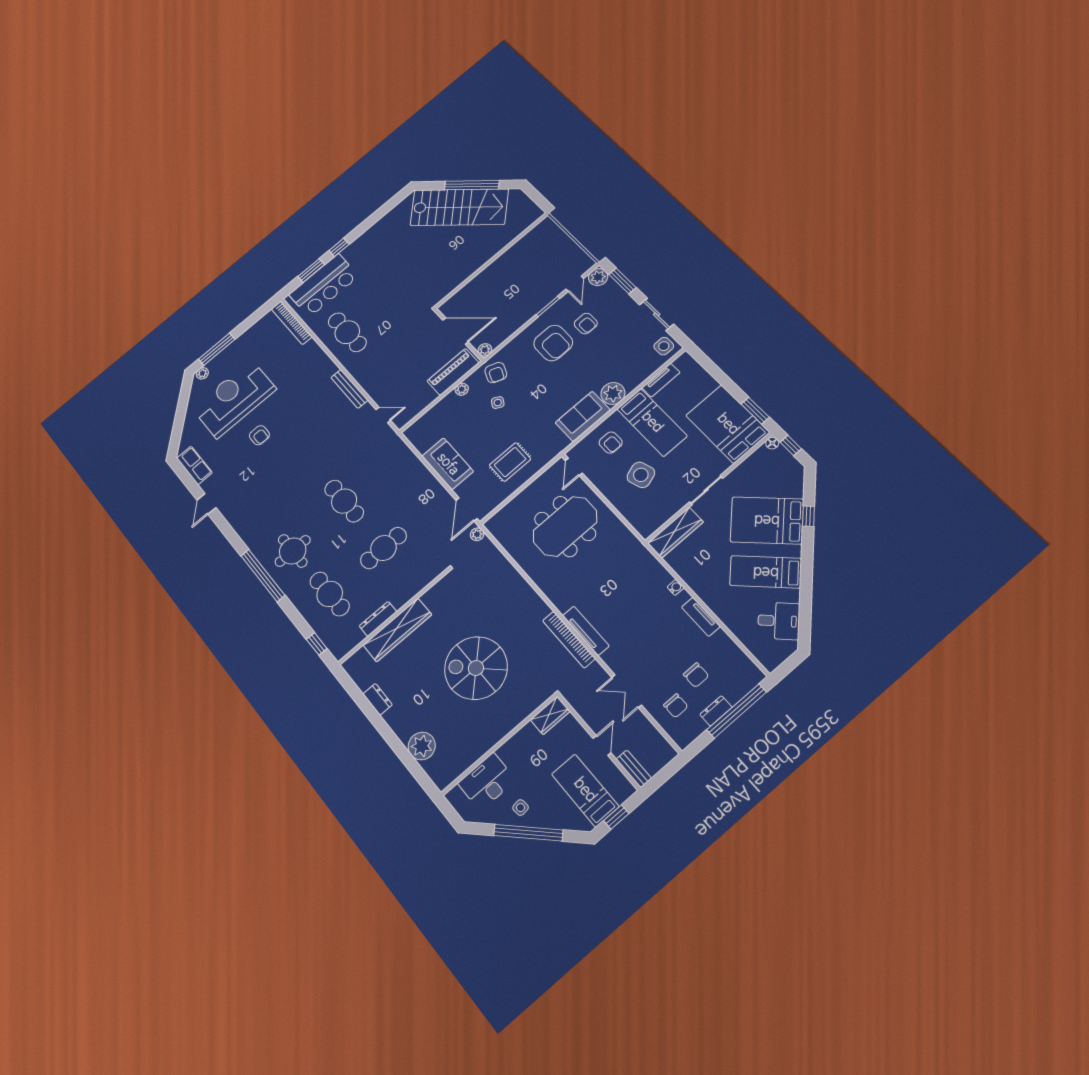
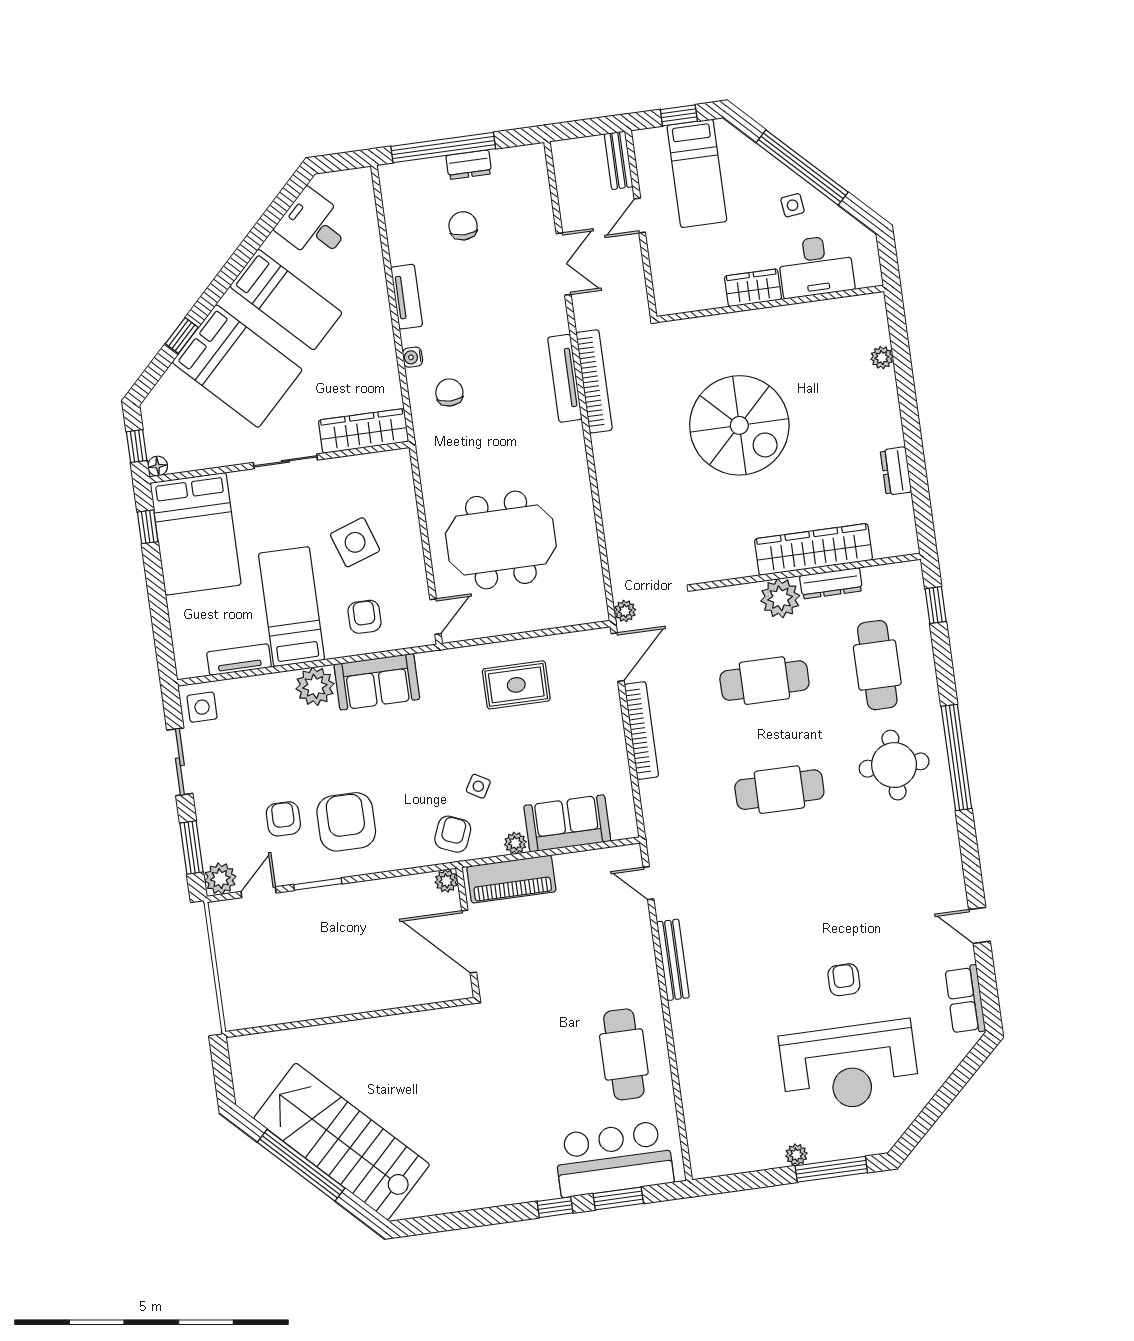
bookcase: (292, 323) -> (641, 731), moved
plant: (202, 373) -> (796, 1155), moved
window: (755, 411) -> (148, 527), width x0.67
sofa: (448, 464) -> (567, 823), moved, turned 90
cafe table: (344, 501) -> (779, 790), turned 90
door: (206, 504) -> (980, 925), swing flipped
plant: (400, 594) -> (780, 598), added
chair: (676, 706) -> (449, 392), moved
wardrobe: (550, 716) -> (753, 288), moved
plant: (422, 746) -> (882, 358), width x0.53, depth x0.53

